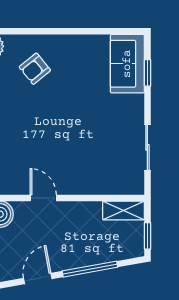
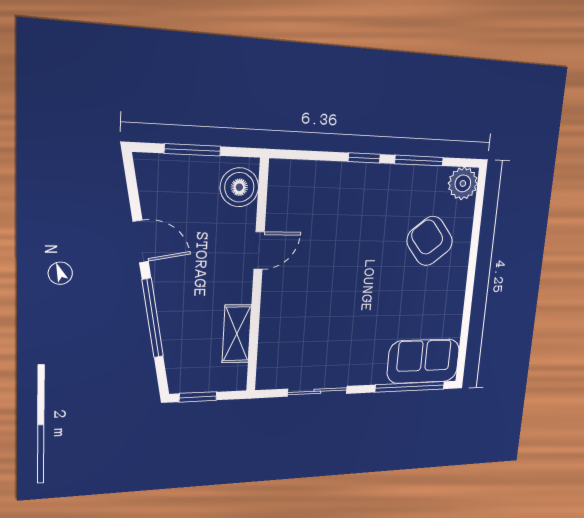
armchair: (35, 69) -> (430, 241), width x1.38, depth x1.38
window: (147, 73) -> (410, 387), width x2.17
shelving: (123, 210) -> (237, 334), moved

